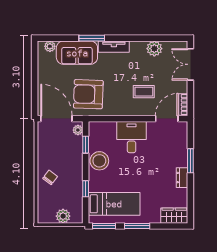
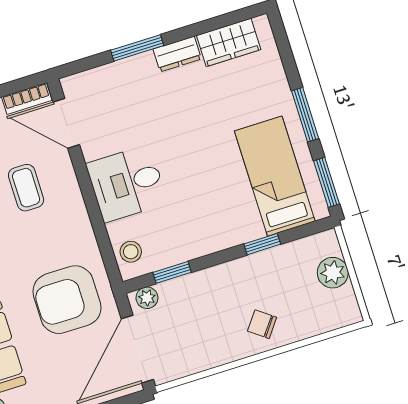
armchair: (88, 94) -> (67, 300), turned 88
stool: (99, 161) -> (131, 252), moved, width x0.53, depth x0.53
wardrobe: (174, 216) -> (229, 42), moved, turned -90

